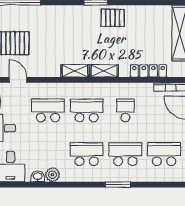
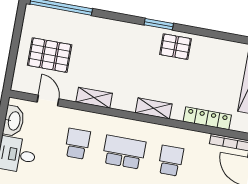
shelving: (75, 71) -> (94, 98), moved
school desk: (48, 110) -> (77, 144), width x0.54

